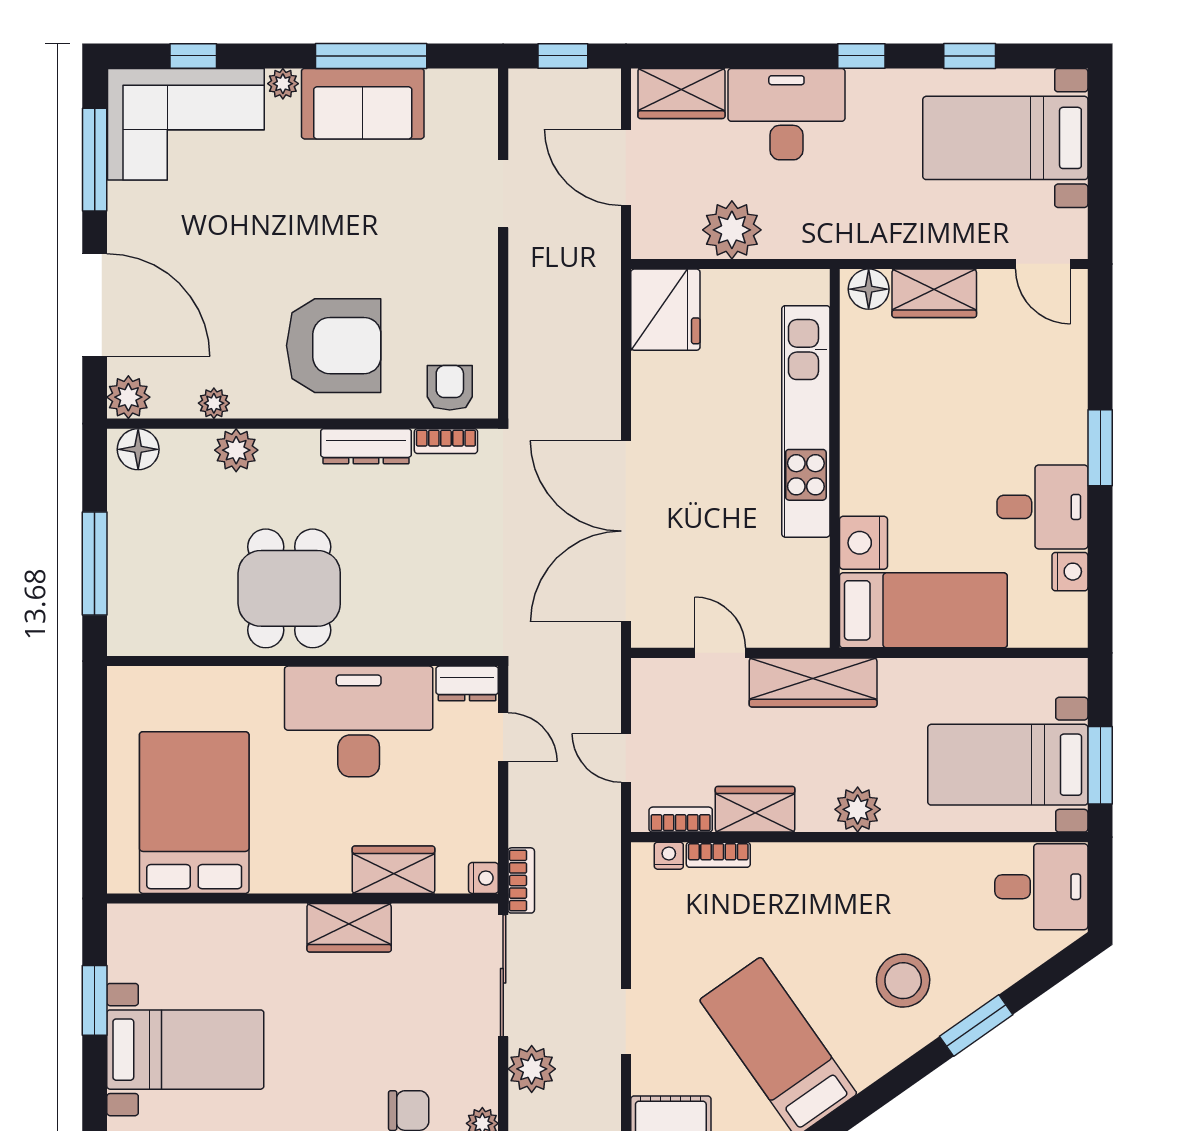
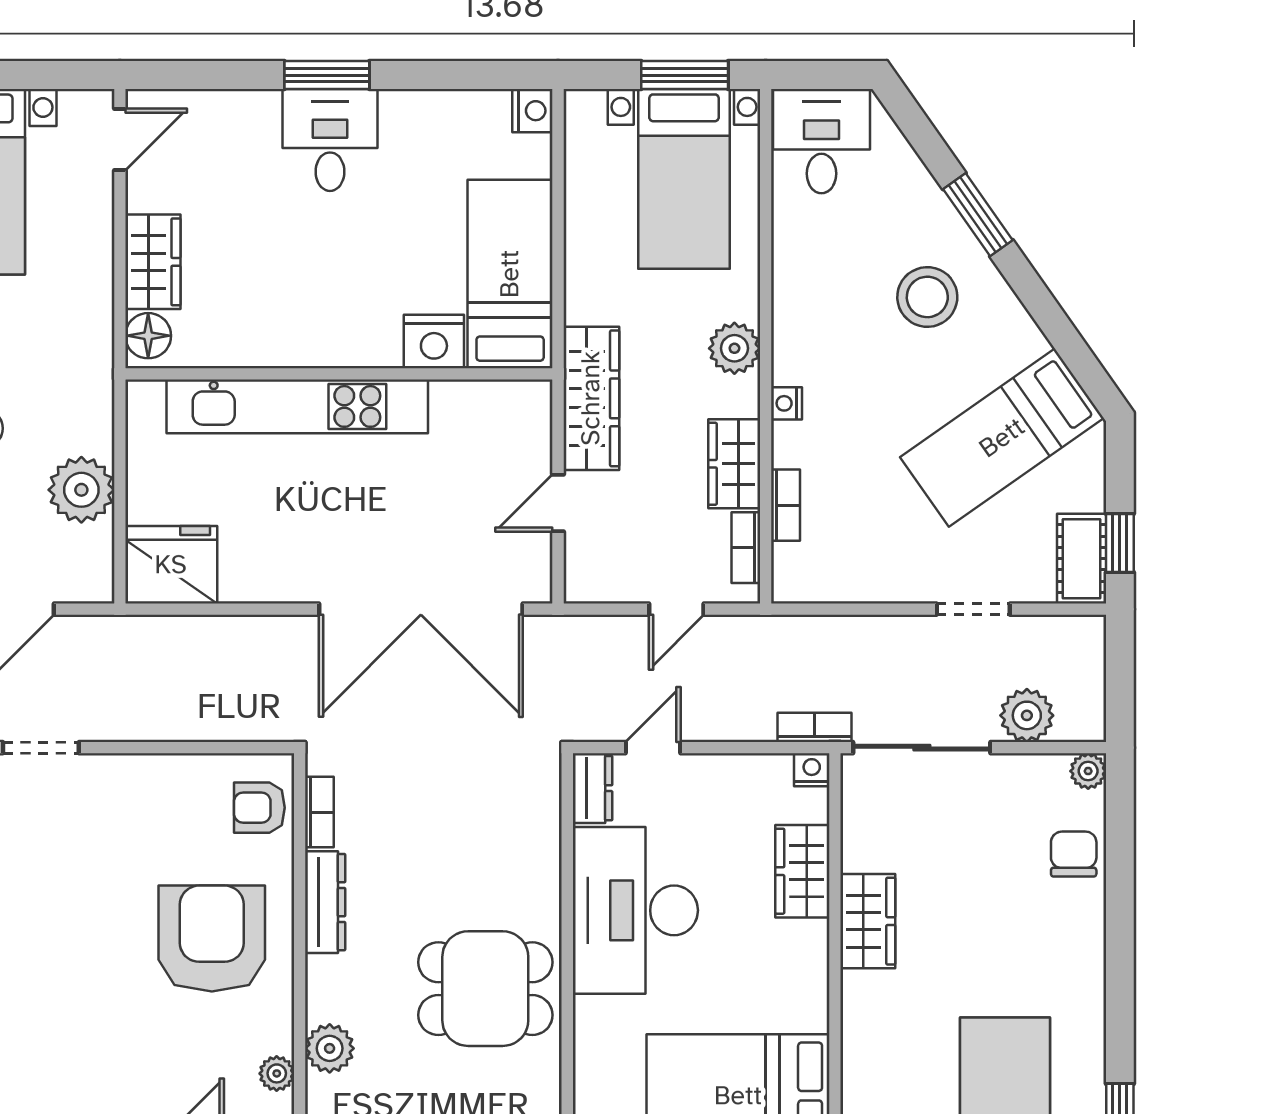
desk: (1042, 507) -> (330, 140), moved
nightstand: (1070, 572) -> (532, 111), moved, turned 90
nightstand: (669, 856) -> (787, 403), moved

